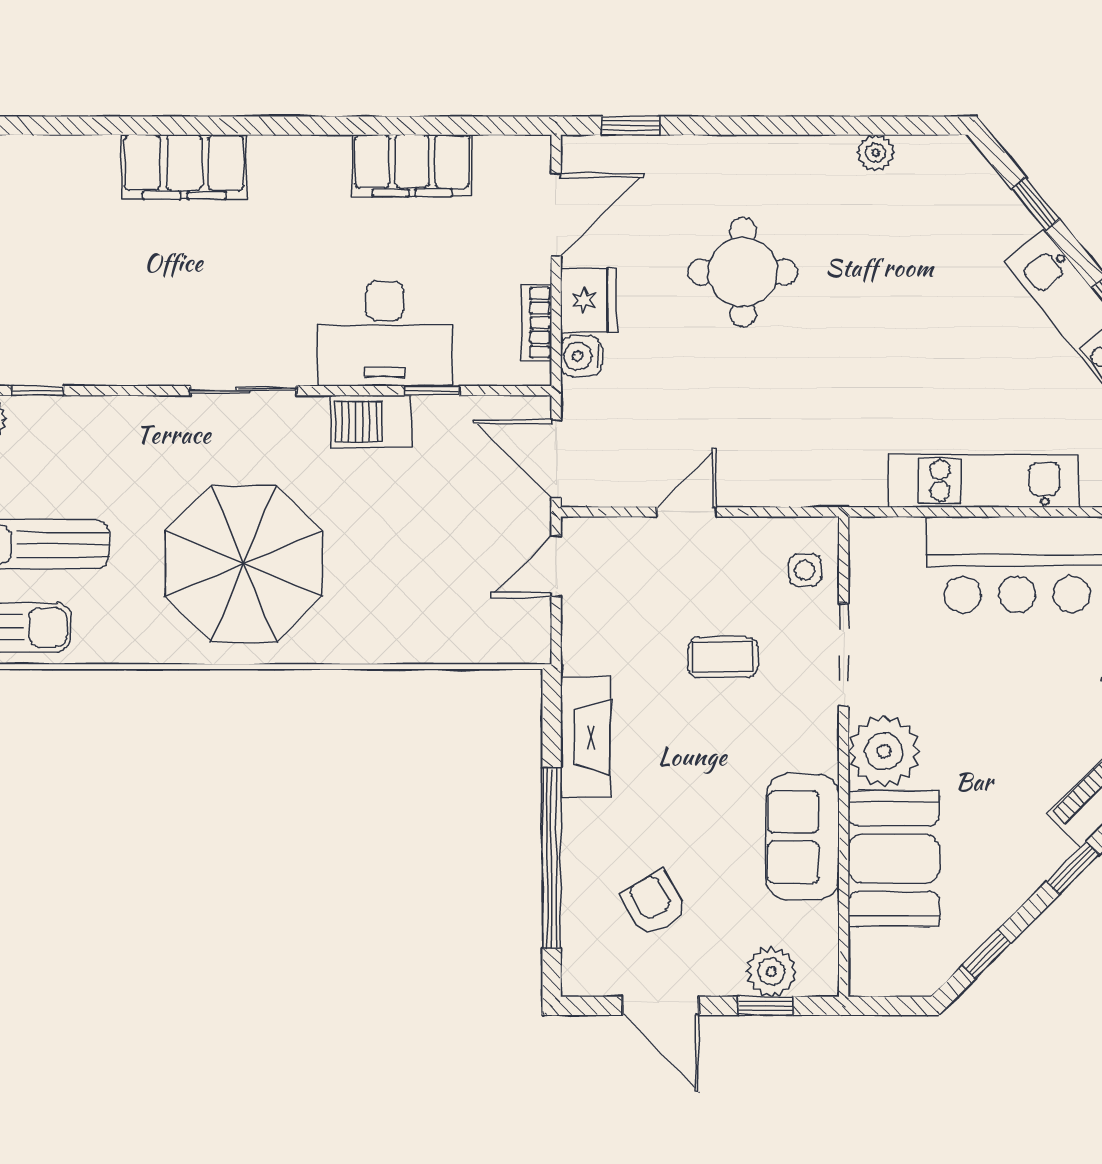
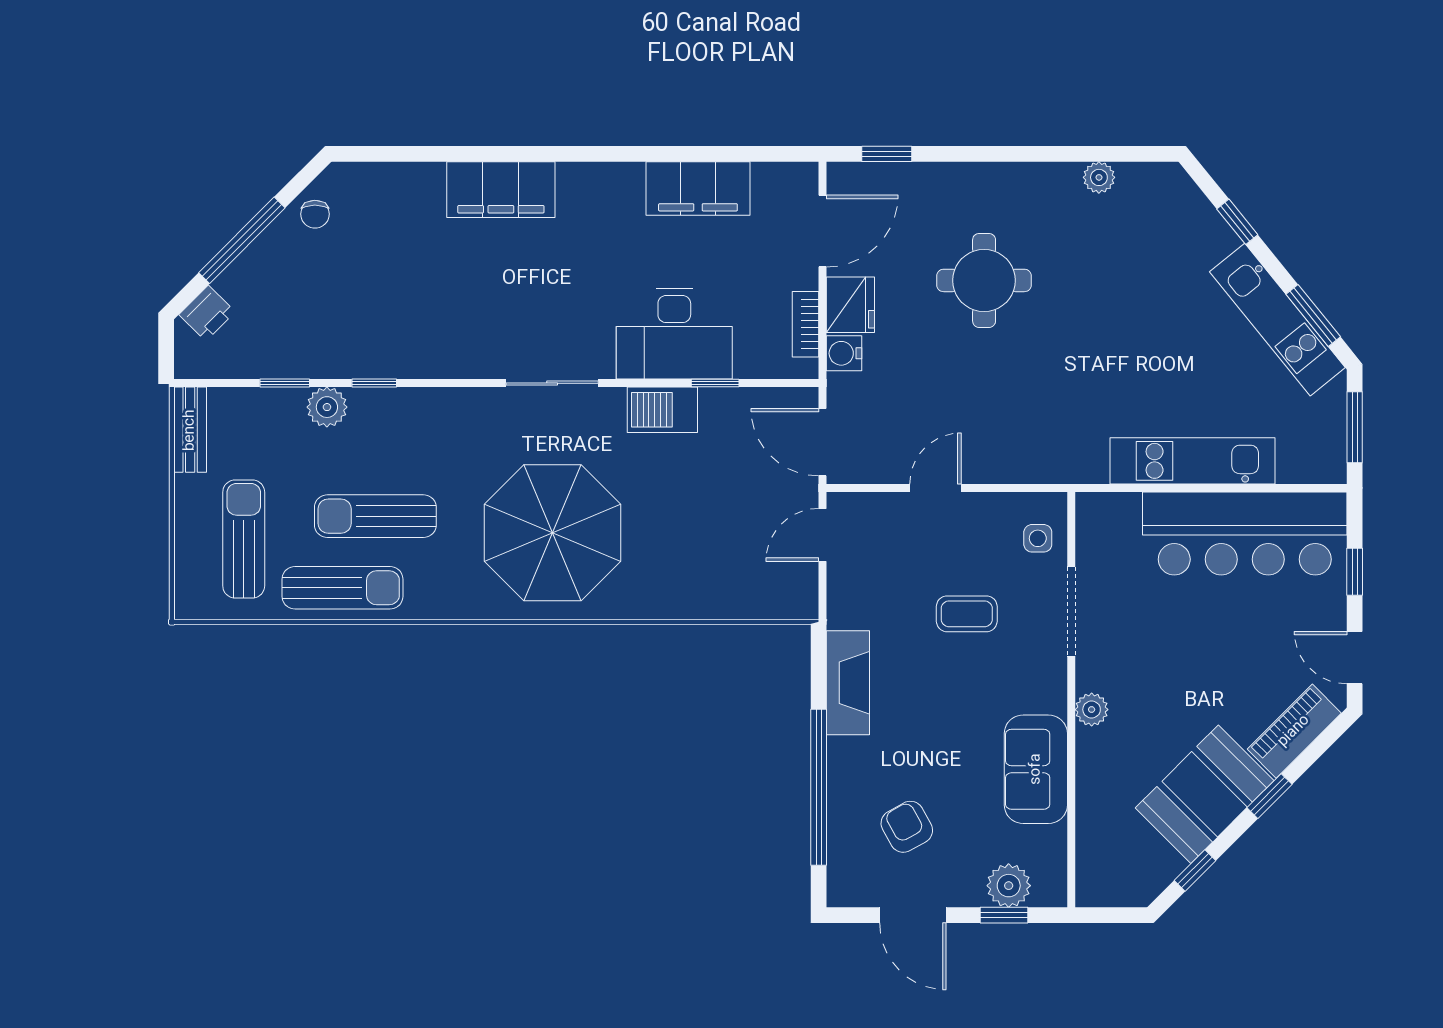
plant: (884, 751) -> (1092, 710), width x0.53, depth x0.53
booth: (894, 859) -> (1205, 794), moved, turned 45

